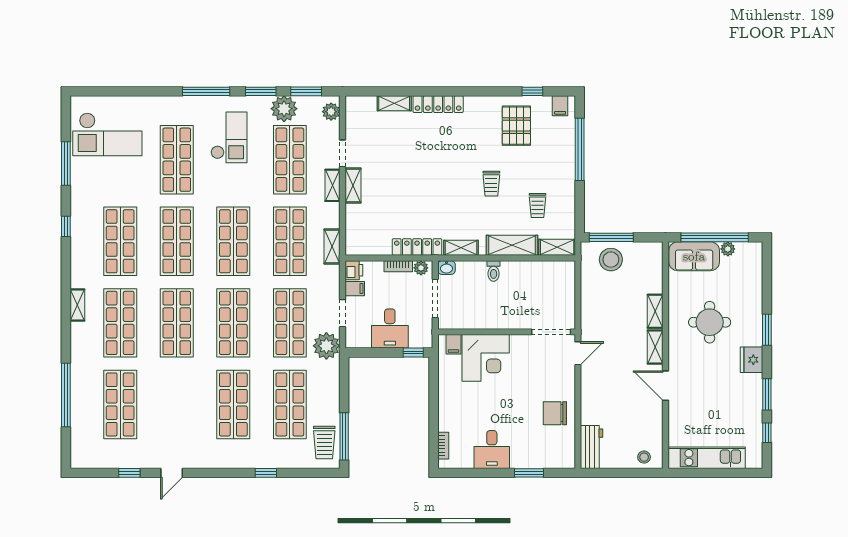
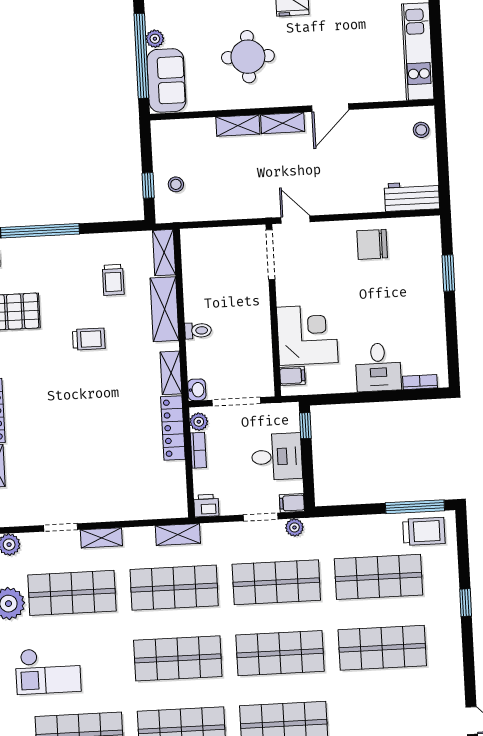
checkout: (229, 137) -> (48, 671), turned 180
shelving: (353, 185) -> (100, 512), removed
trolley: (537, 206) -> (113, 280), turned 90
window: (611, 237) -> (148, 185), width x0.46
stool: (611, 260) -> (176, 184), width x0.53, depth x0.53
filing cabinet: (355, 289) -> (292, 503), moved, turned -90
plant: (326, 346) -> (294, 527), width x0.53, depth x0.53
chair: (555, 413) -> (372, 244), turned 90
desk: (492, 450) -> (378, 367), moved, turned 90

